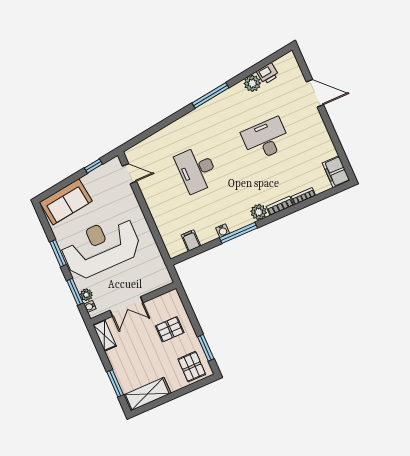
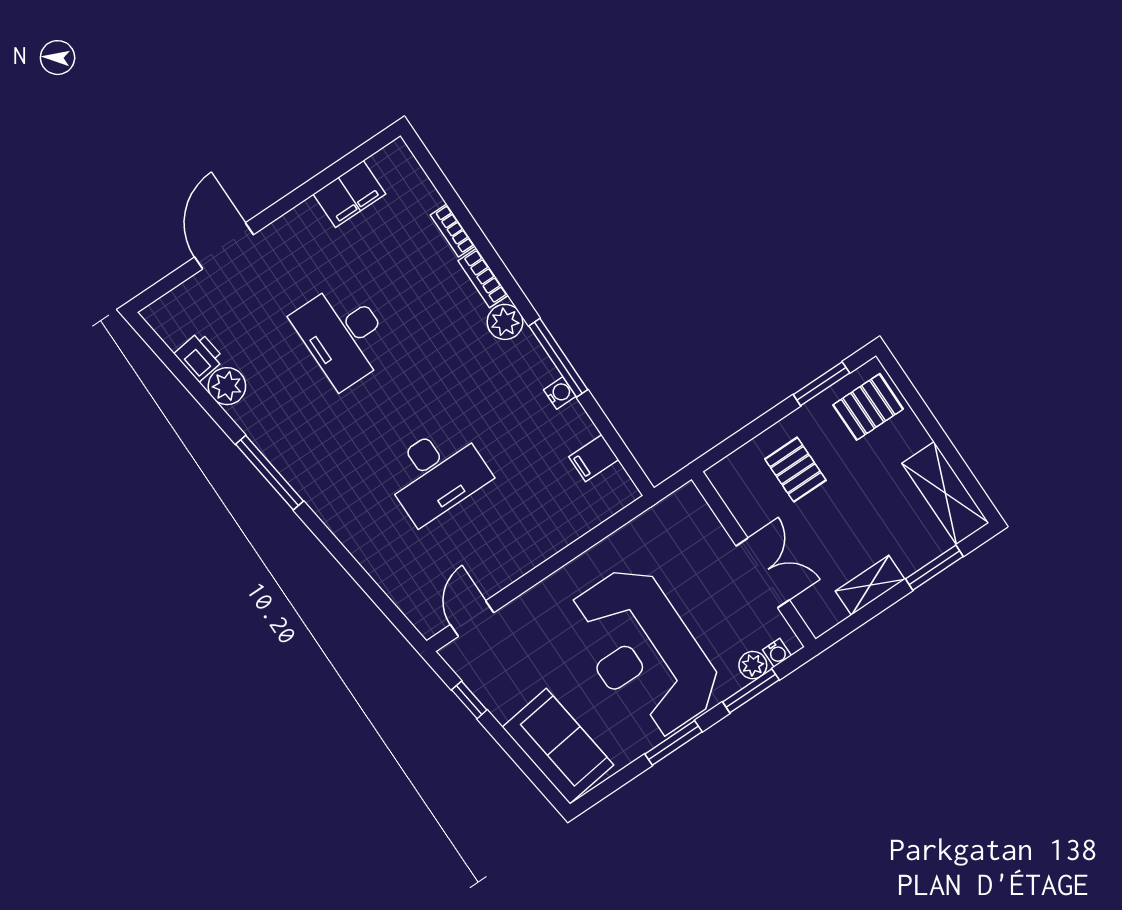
filing cabinet: (336, 172) -> (349, 194), moved
shelving: (105, 335) -> (870, 585), moved

